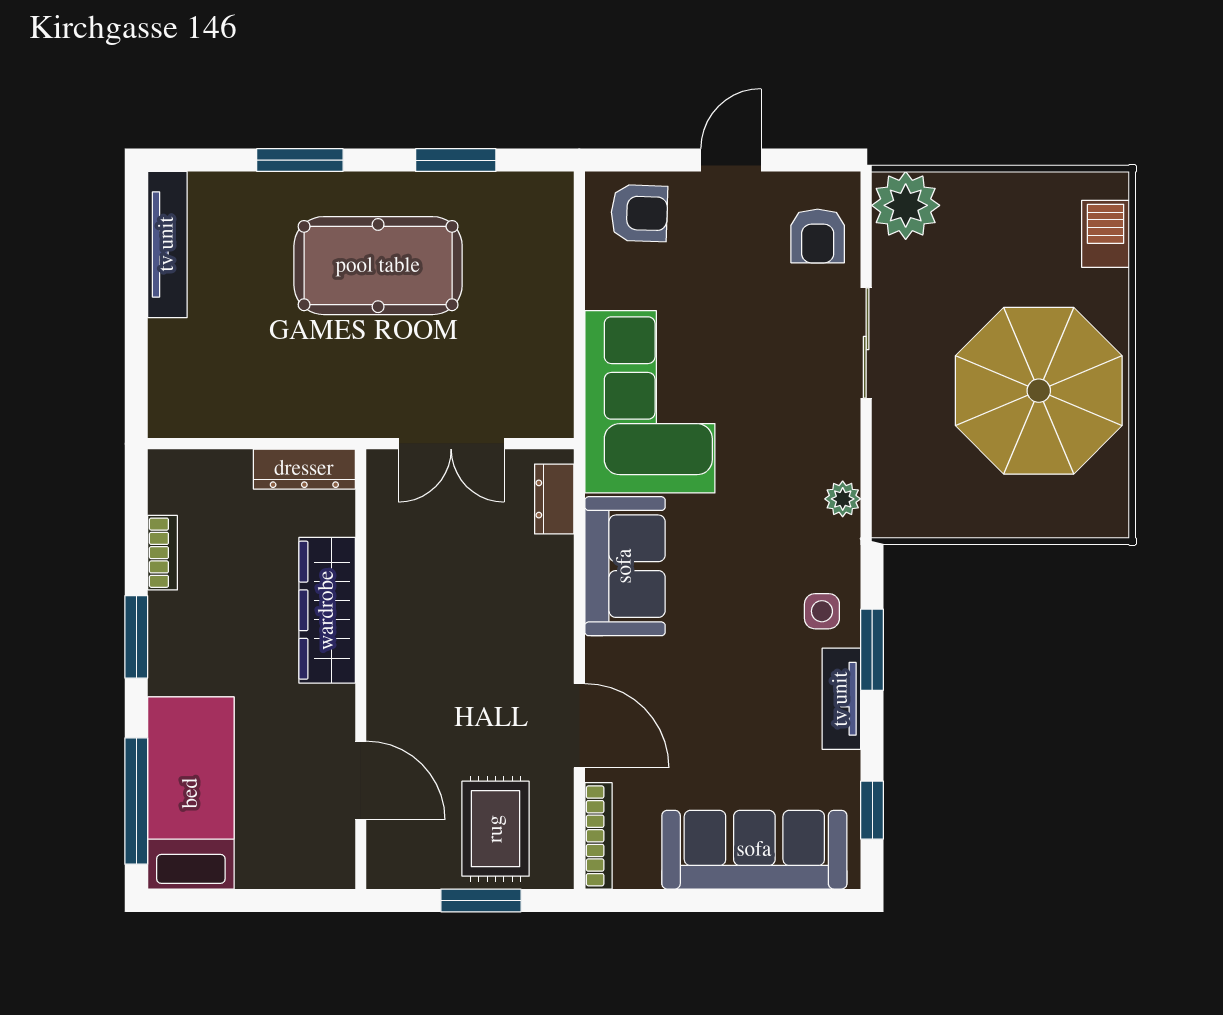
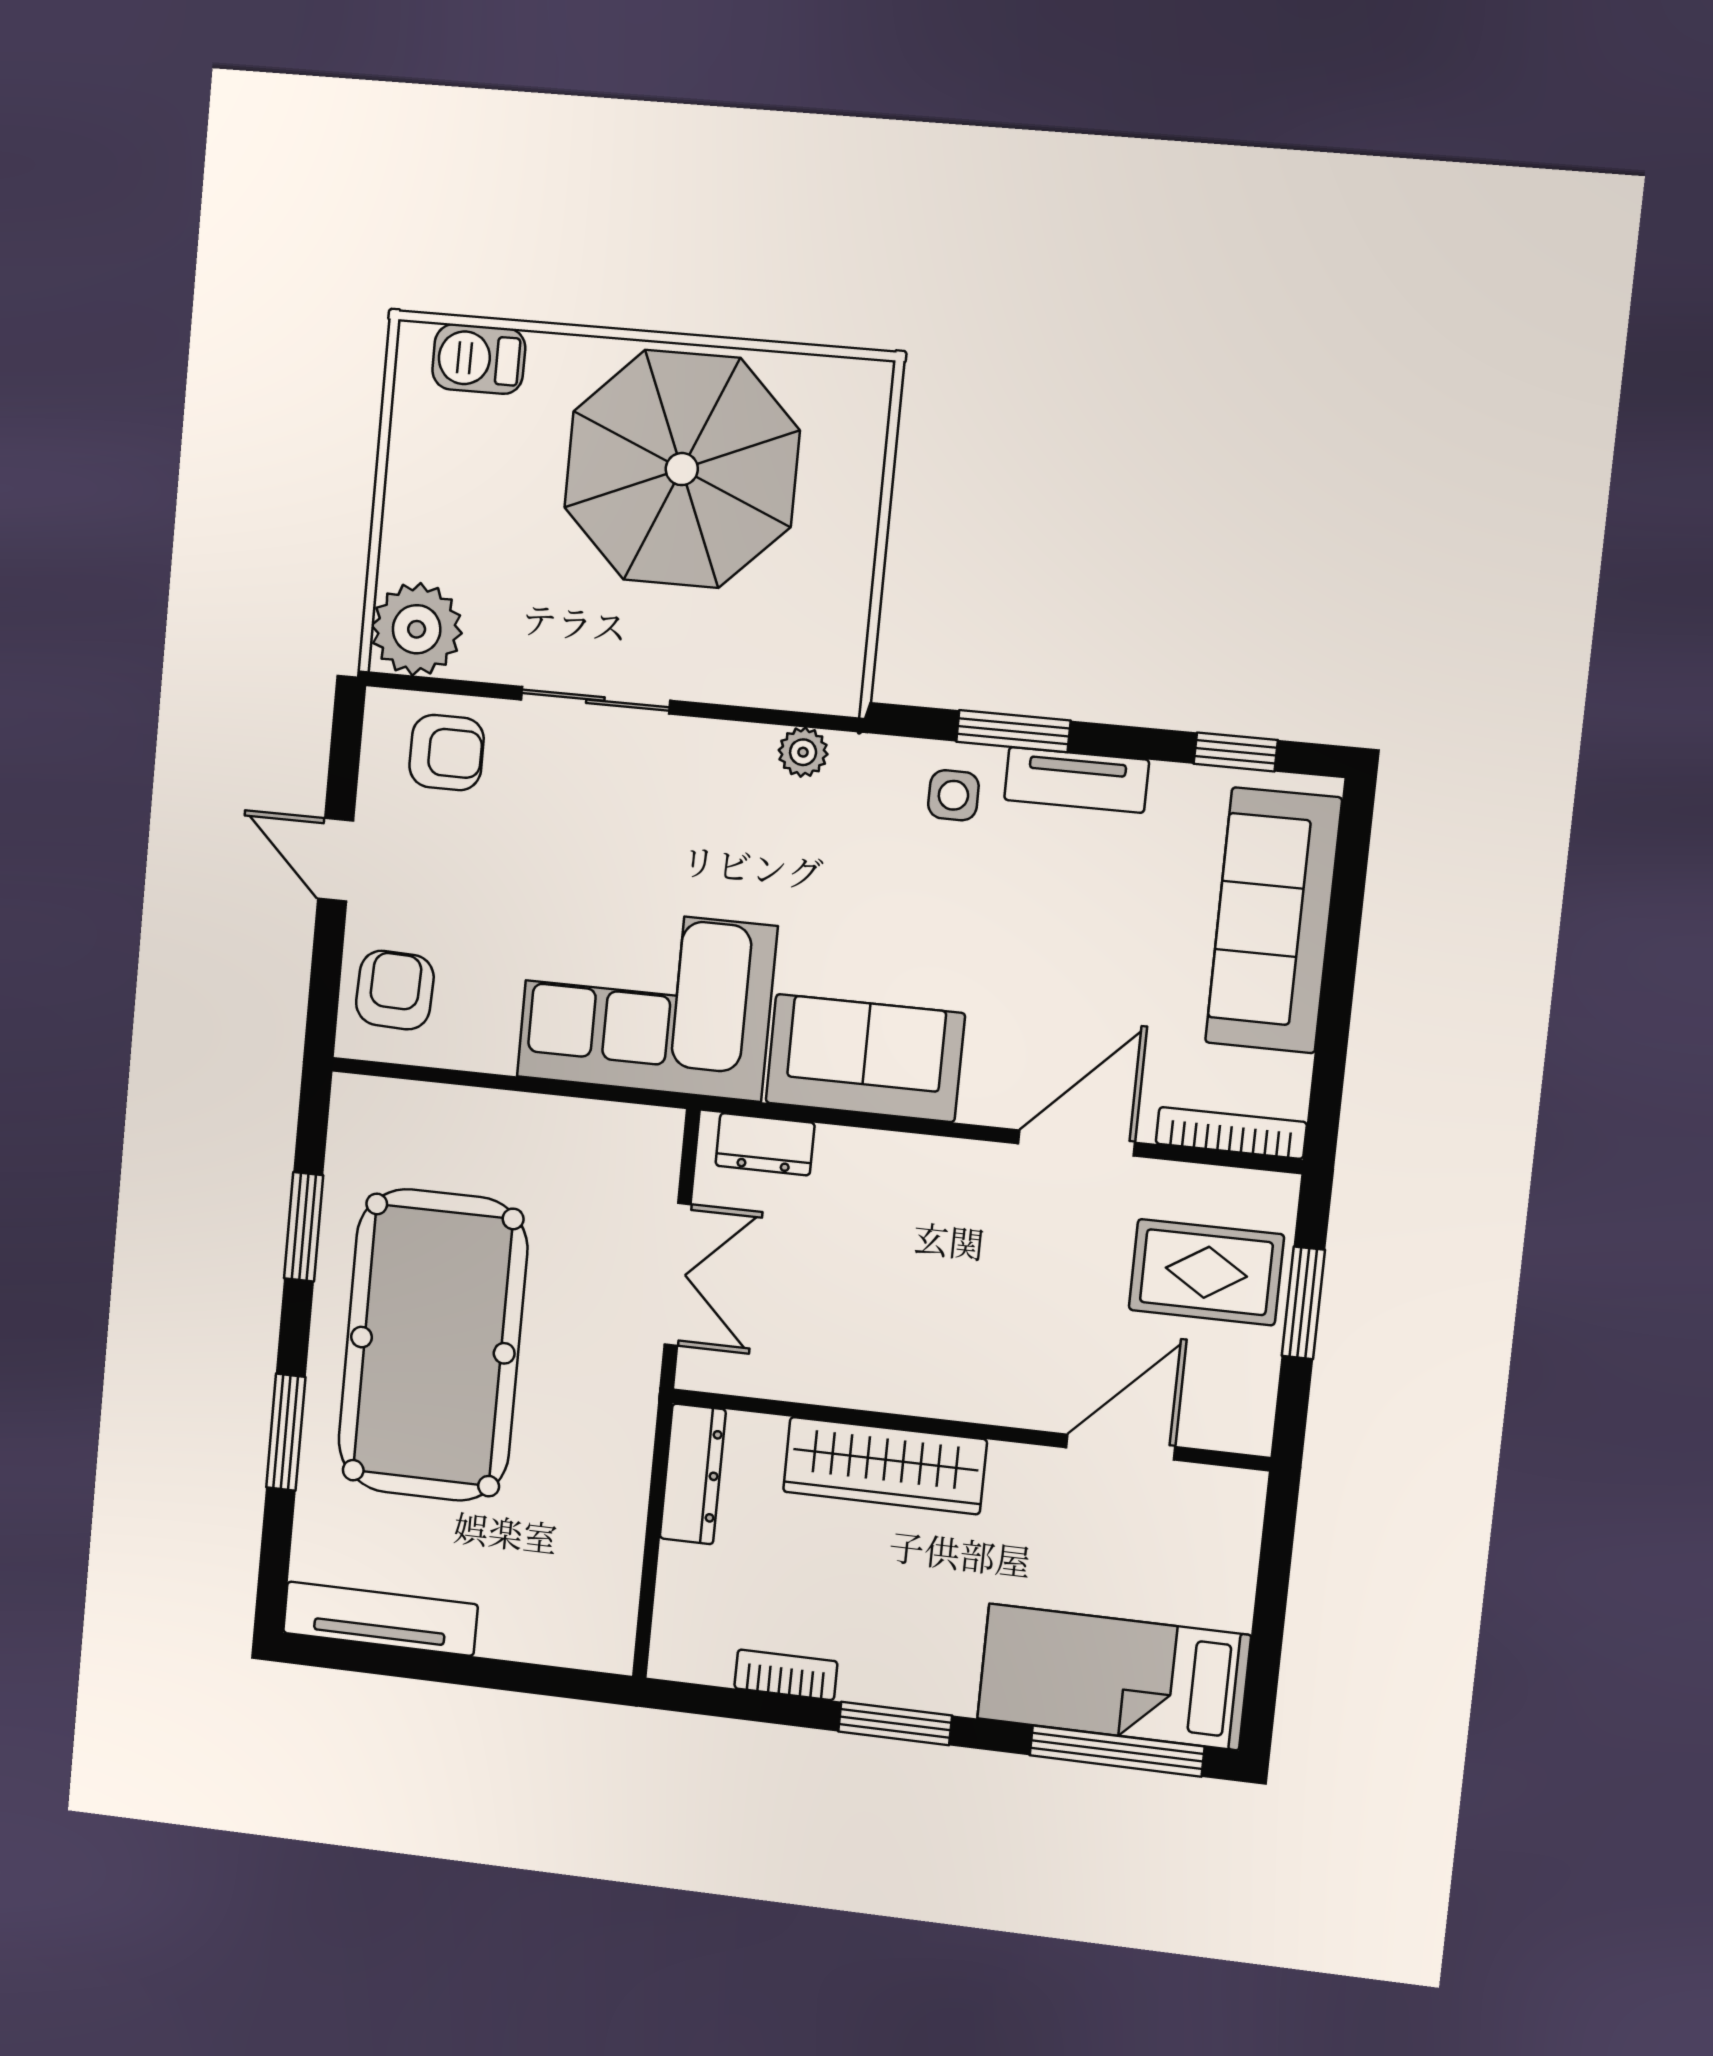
pool table: (378, 266) -> (433, 1345), width x1.36, depth x1.32

